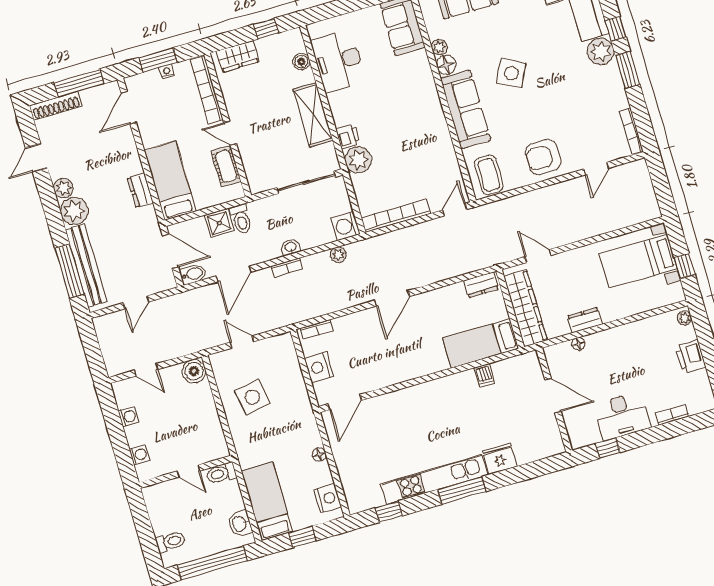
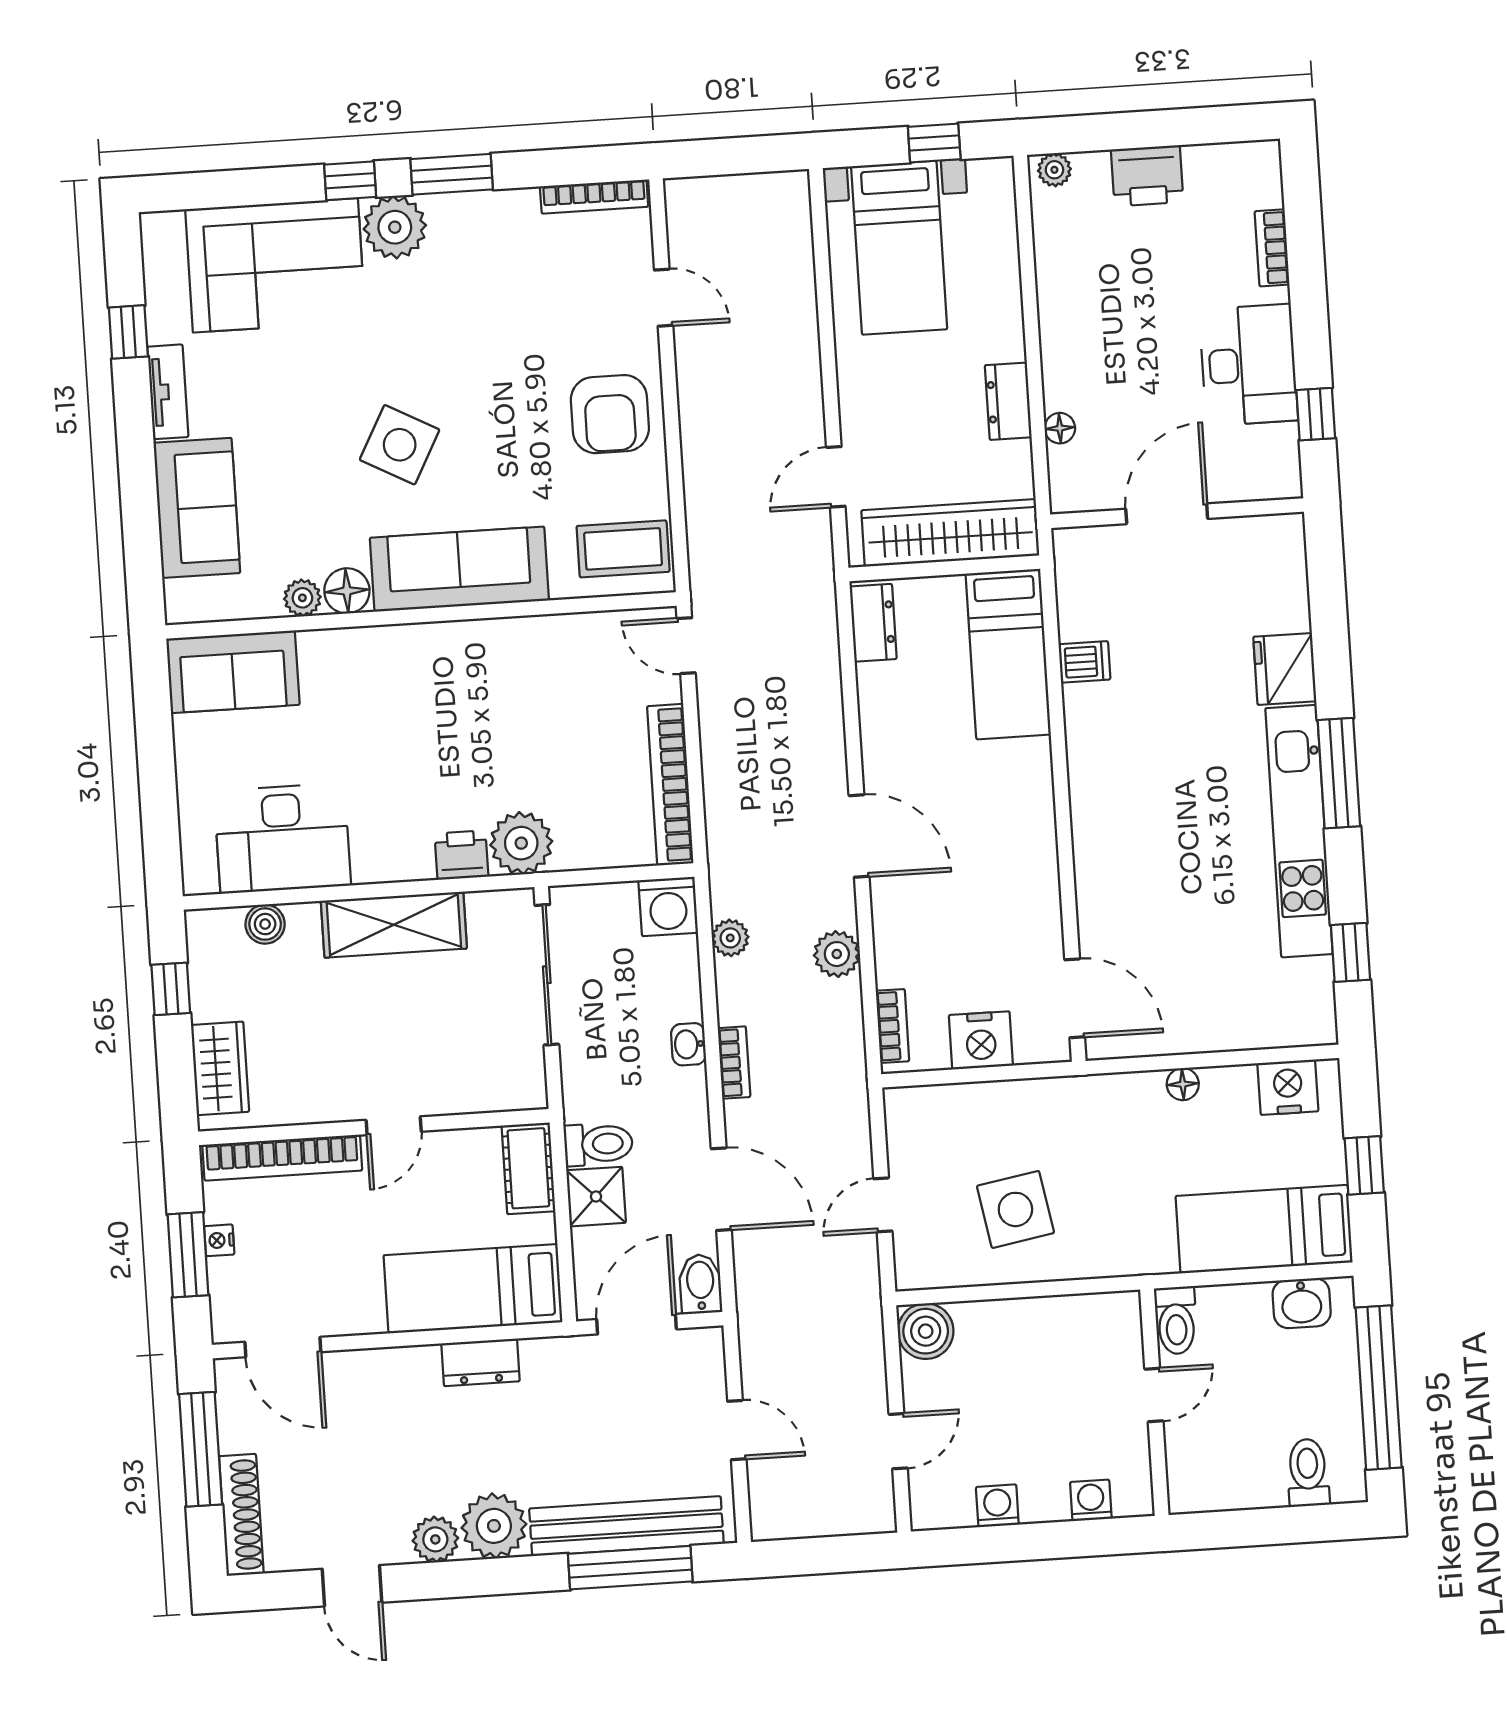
cot: (226, 166) -> (528, 1168), moved, turned 90
plant: (341, 300) -> (837, 954), added

